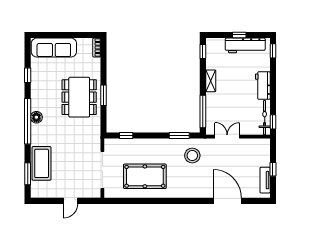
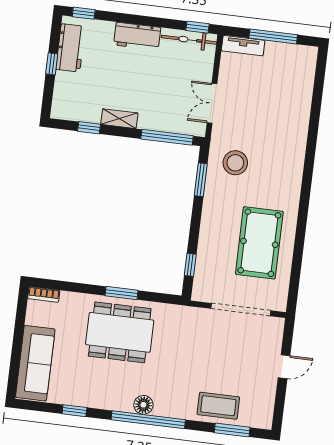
workbench: (245, 45) -> (70, 48), width x0.73
window: (203, 52) -> (89, 128), moved
coffee table: (42, 163) -> (218, 406), width x0.73, depth x0.76
window: (273, 169) -> (273, 36), width x2.17
tv unit: (265, 180) -> (243, 46), moved
door: (71, 201) -> (284, 367), hinge flipped
door: (227, 201) -> (315, 116), removed

